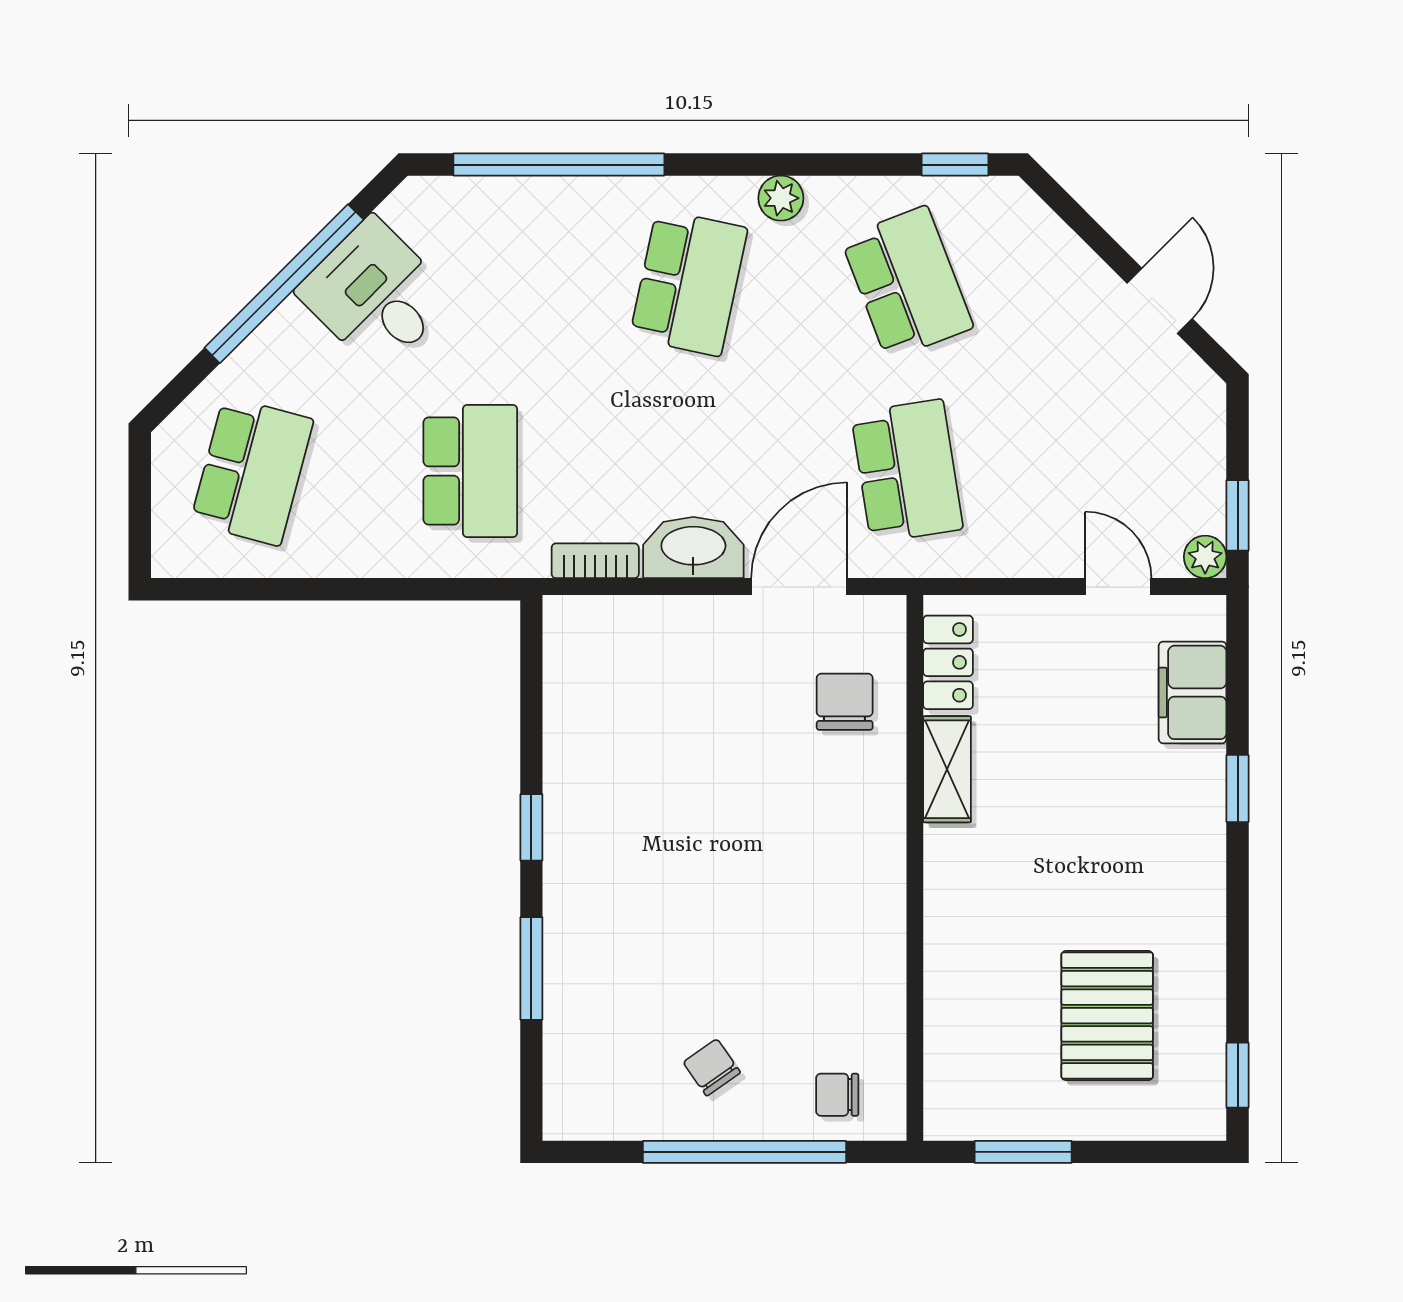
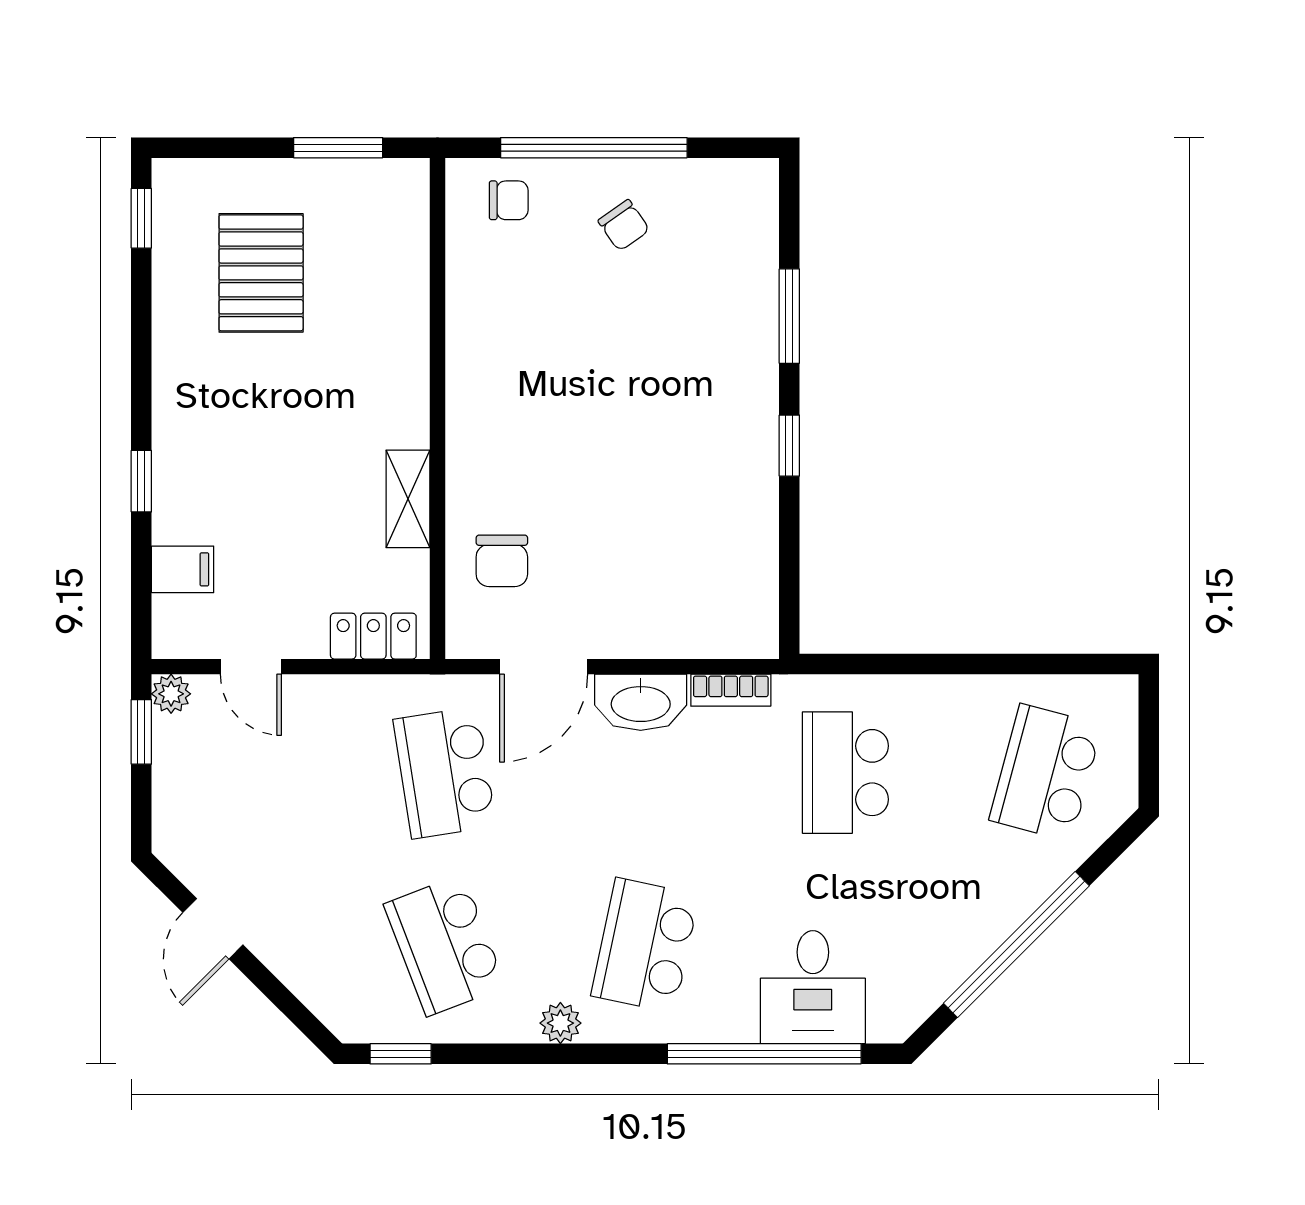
desk: (376, 295) -> (813, 987), moved, turned 45
locker: (948, 662) -> (373, 636), moved, turned 90
filing cabinet: (1193, 692) -> (183, 569), width x0.50

